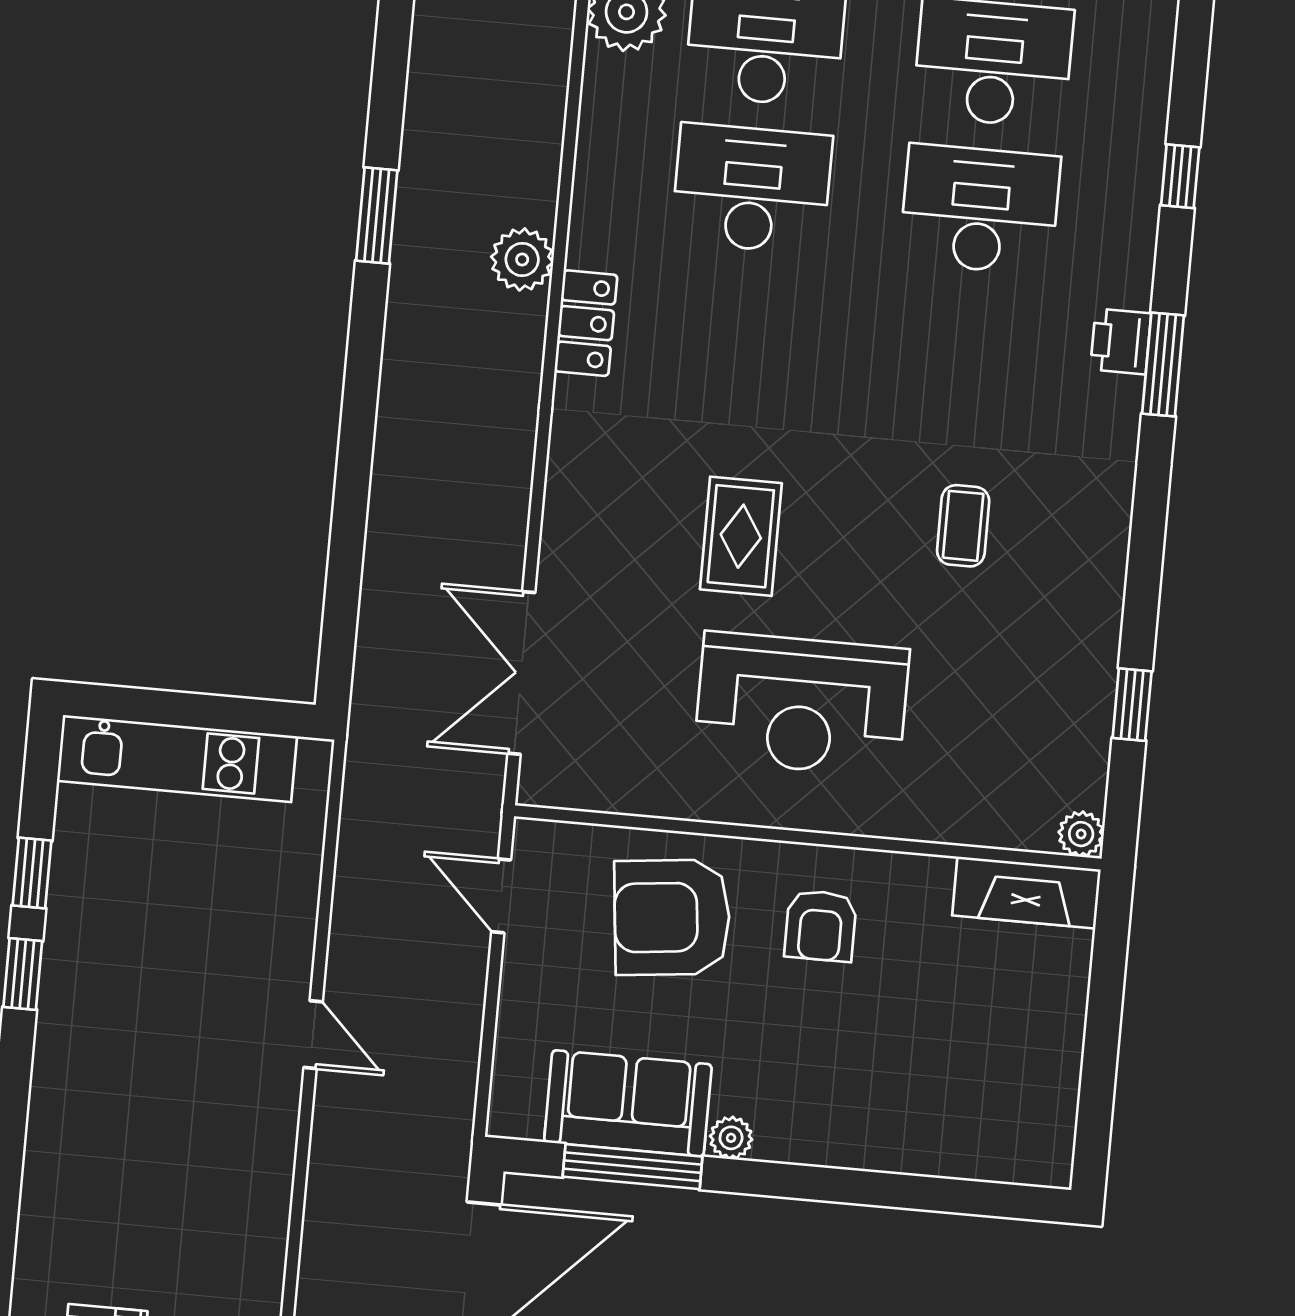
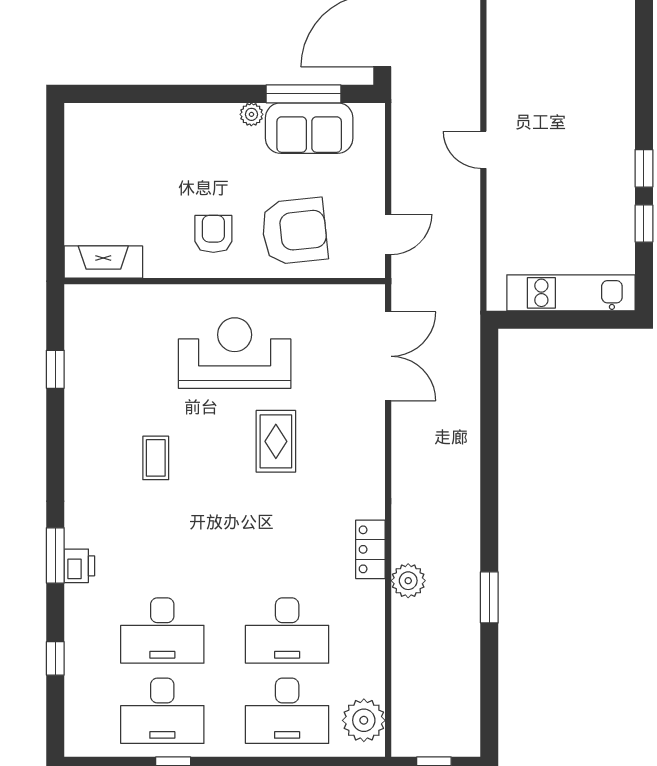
plant: (1081, 834) -> (77, 297), removed
door: (501, 896) -> (388, 234), hinge flipped

